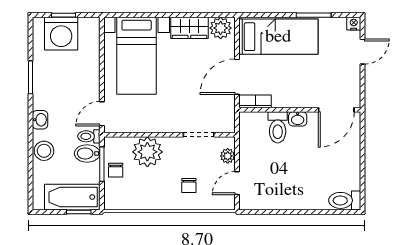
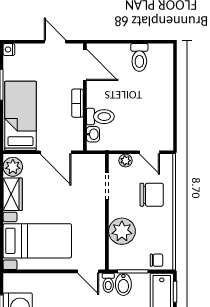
door: (363, 52) -> (55, 42), moved
bookcase: (255, 101) -> (77, 103), moved
washbasin: (298, 119) -> (93, 134), moved
chair: (116, 170) -> (156, 260), moved
chair: (189, 185) -> (152, 195), width x1.87, depth x1.87
toilet: (345, 200) -> (139, 57), moved

